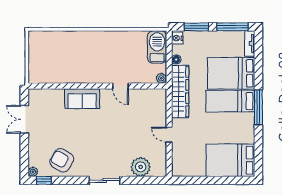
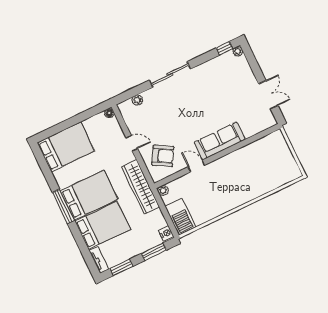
window: (232, 27) -> (122, 267), width x0.69
floor lamp: (176, 60) -> (109, 113), moved
sofa: (82, 99) -> (220, 141), width x1.36
bed: (230, 101) -> (89, 195), width x1.50
armchair: (62, 160) -> (163, 156), moved
plant: (141, 167) -> (137, 100), width x0.53, depth x0.53
sliding door: (105, 180) -> (170, 75), width x1.37

